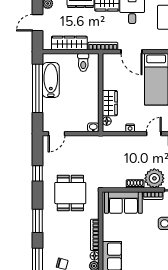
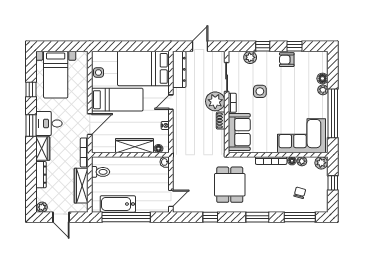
wardrobe: (110, 103) -> (134, 146), width x1.50
door: (57, 134) -> (171, 198), hinge flipped
door: (154, 134) -> (171, 102), hinge flipped
dining table: (70, 193) -> (230, 185), turned 90

